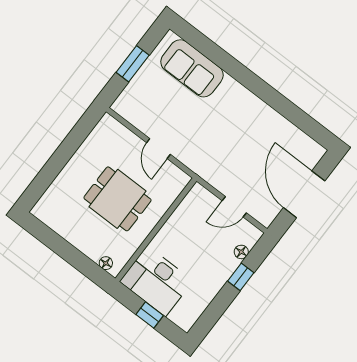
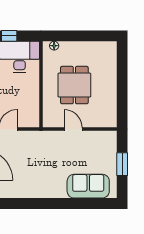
dining table: (117, 199) -> (74, 85), turned 90

